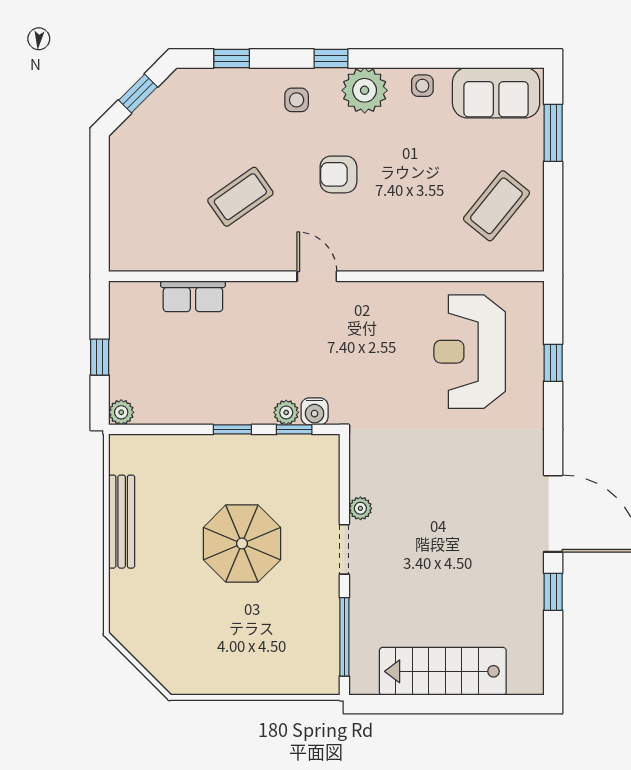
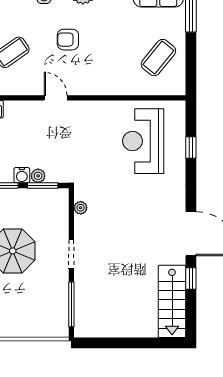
water cooler: (315, 411) -> (22, 175), moved
window: (294, 429) -> (43, 186), width x1.50
plant: (360, 508) -> (81, 208), moved
stairs: (443, 671) -> (172, 301), moved, turned -90

